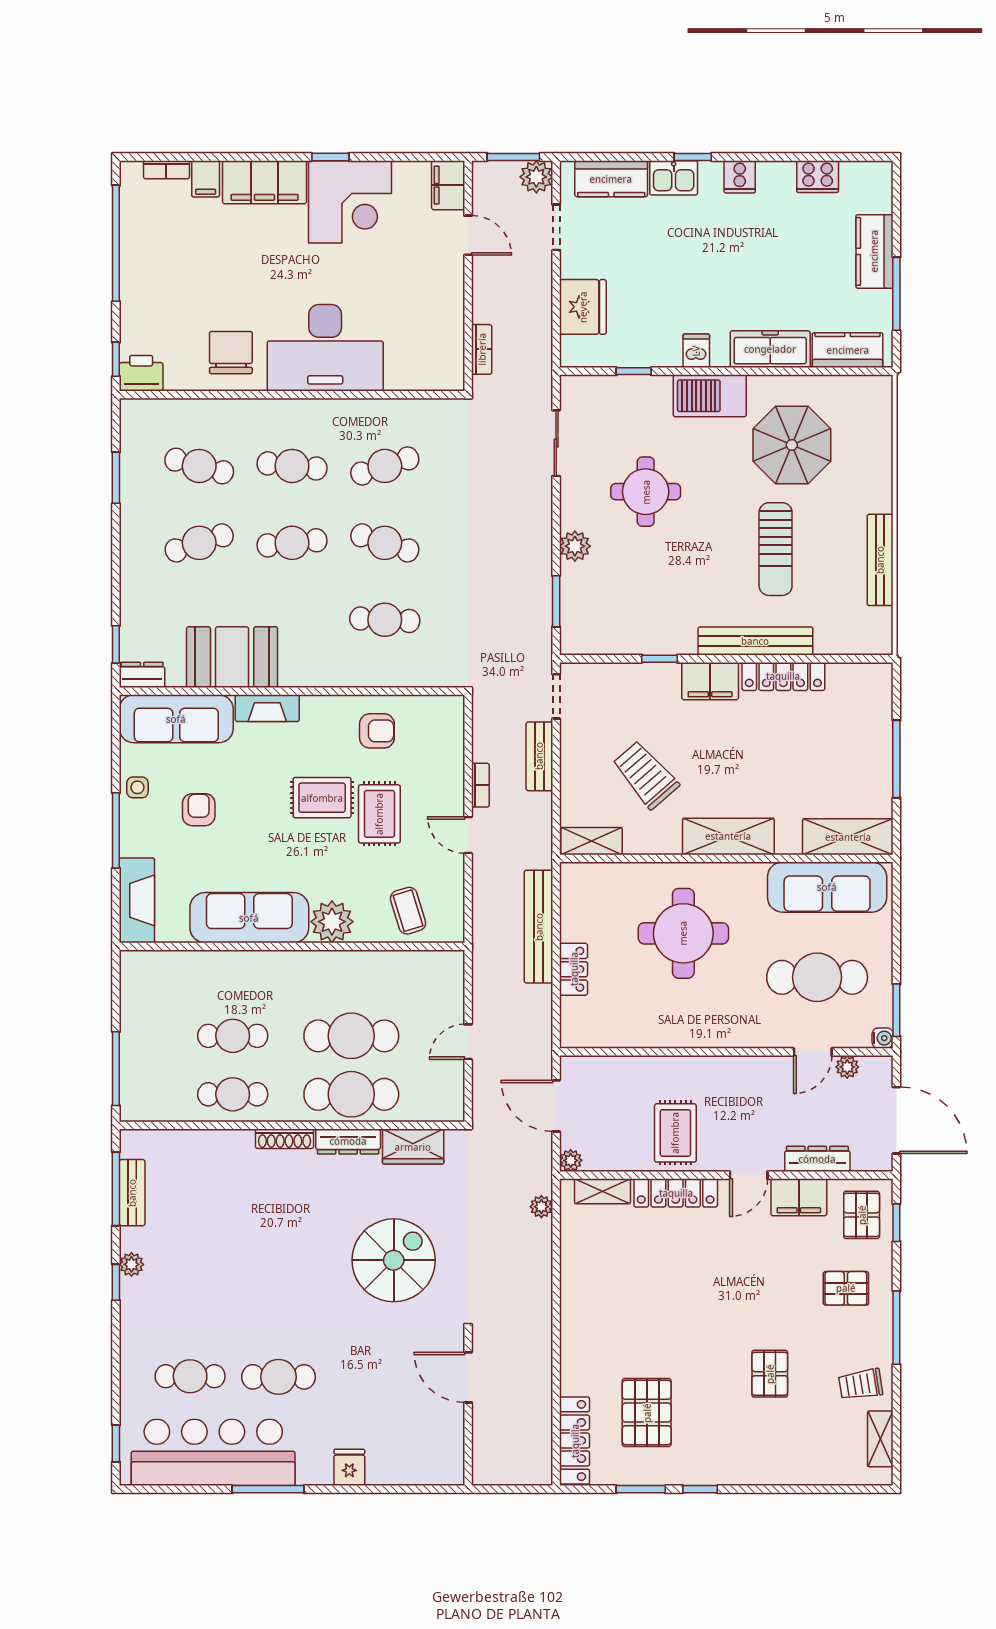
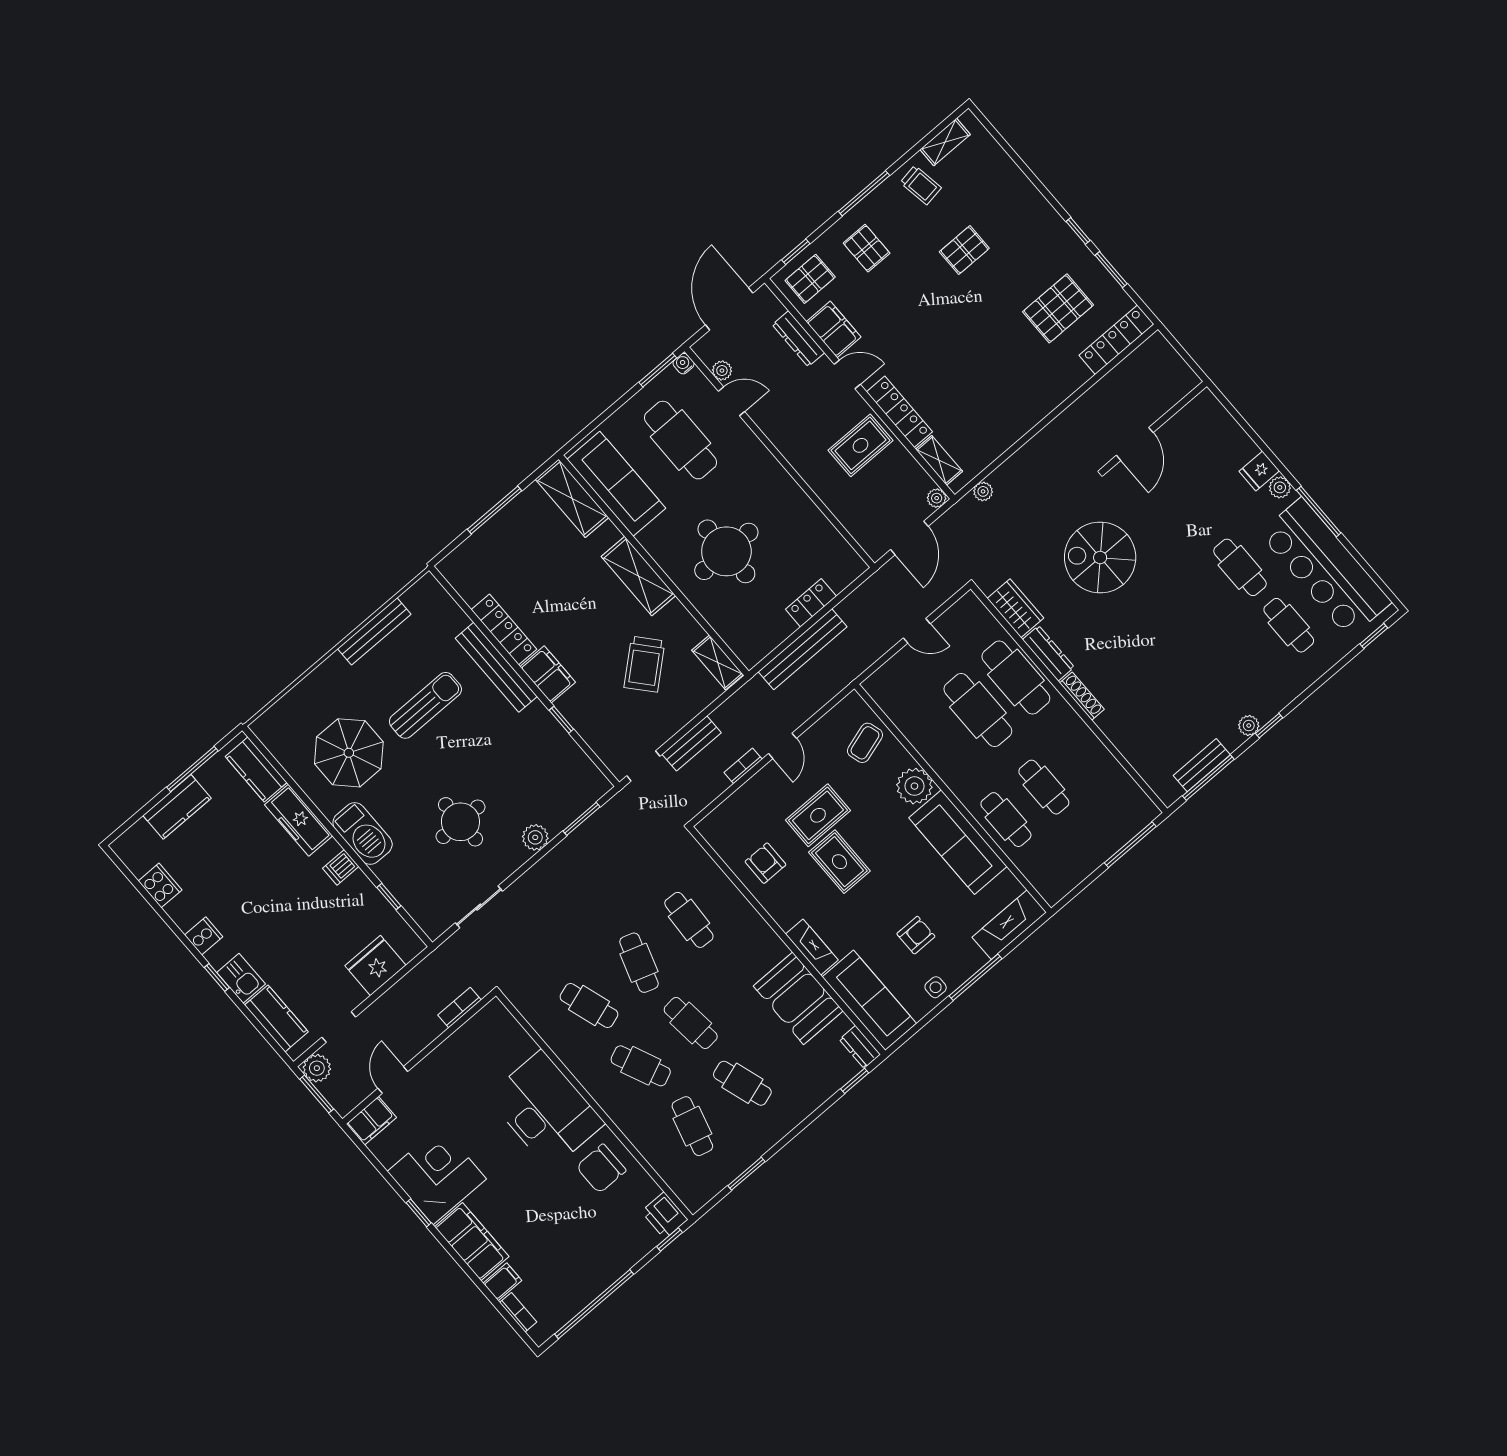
cafe table: (292, 466) -> (641, 1066), turned -30
armchair: (199, 810) -> (916, 935), turned 180
cafe table: (233, 1094) -> (1006, 820), moved
plant: (319, 1473) -> (1280, 487), added

